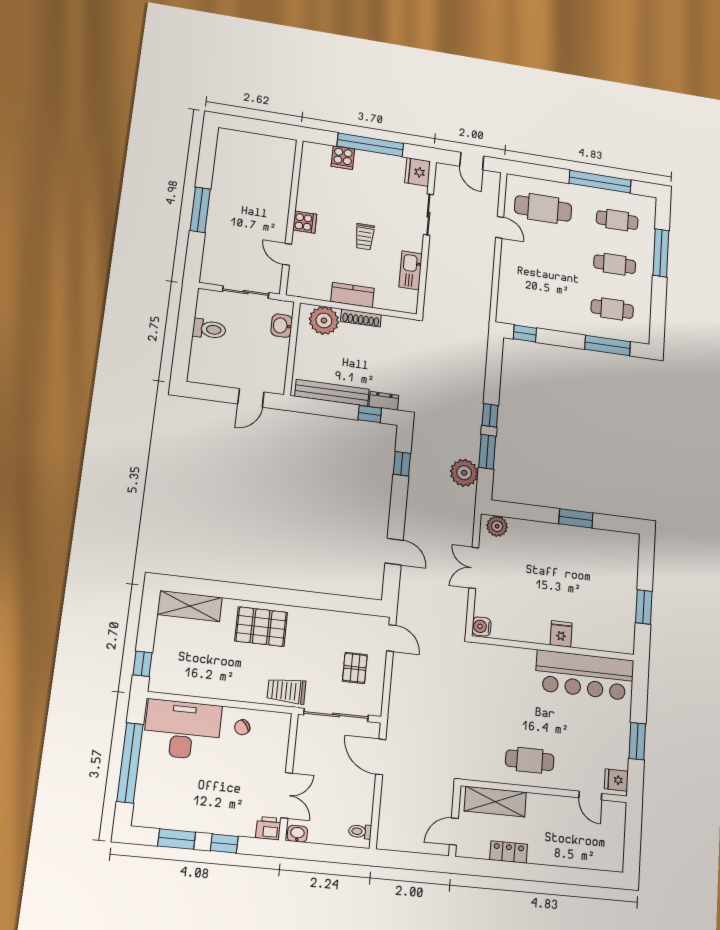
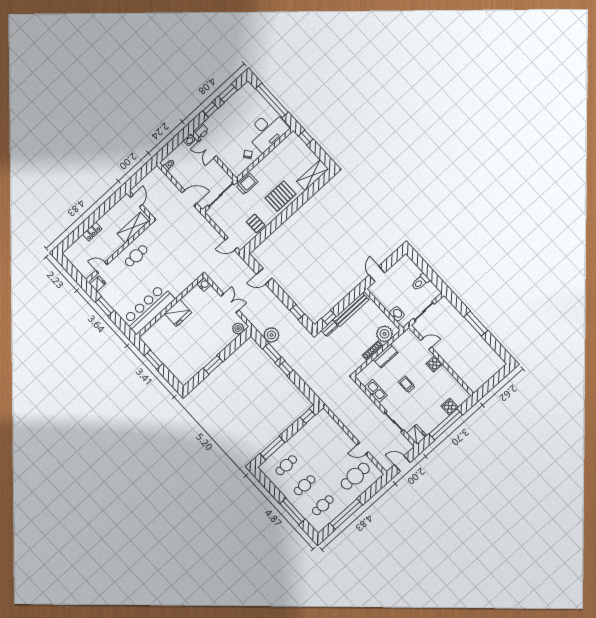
fridge: (561, 634) -> (178, 313), width x1.88, depth x1.34
pallet: (355, 668) -> (256, 223), moved
locker: (509, 852) -> (92, 232), moved

